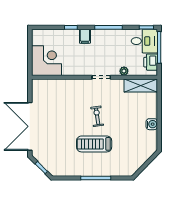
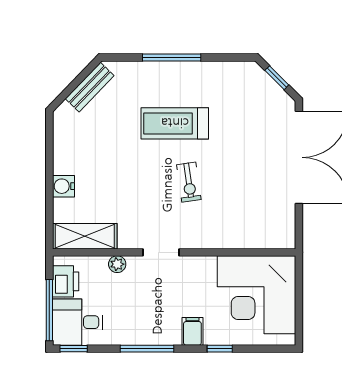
corner desk: (46, 61) -> (256, 295), width x1.36, depth x1.36
exercise bike: (97, 116) -> (189, 182), moved
water cooler: (152, 124) -> (63, 186), moved
treadmill: (94, 144) -> (175, 123), turned 180
bench: (138, 163) -> (90, 87), added

